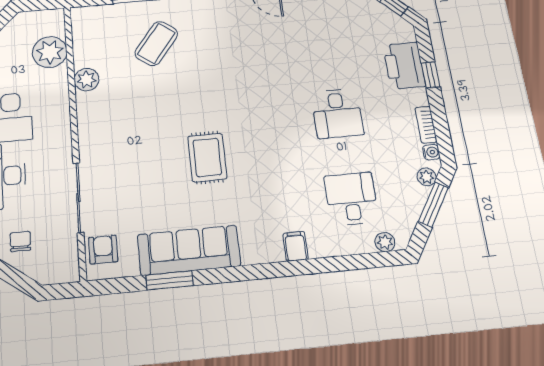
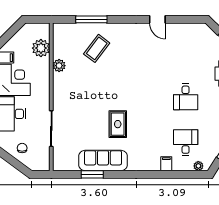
rug: (207, 157) -> (118, 124), moved
filing cabinet: (296, 246) -> (166, 164), moved
armchair: (103, 250) -> (62, 156), removed

